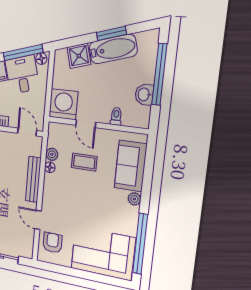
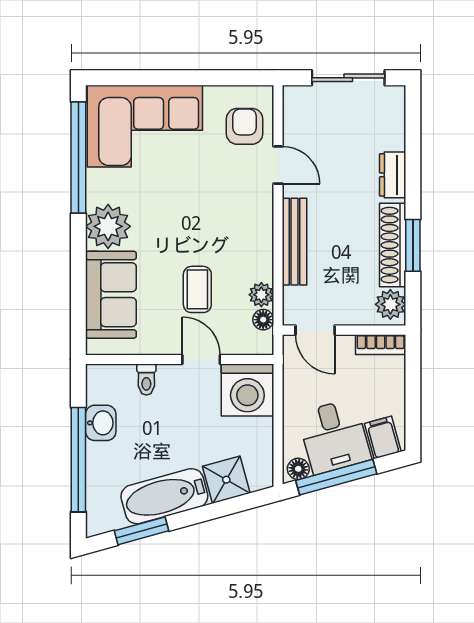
window: (111, 33) -> (141, 531), moved
coffee table: (84, 162) -> (197, 289), turned 90
floor lamp: (50, 167) -> (263, 320), moved
plant: (134, 199) -> (108, 226), width x1.87, depth x1.87
armchair: (52, 243) -> (245, 126), turned 180

